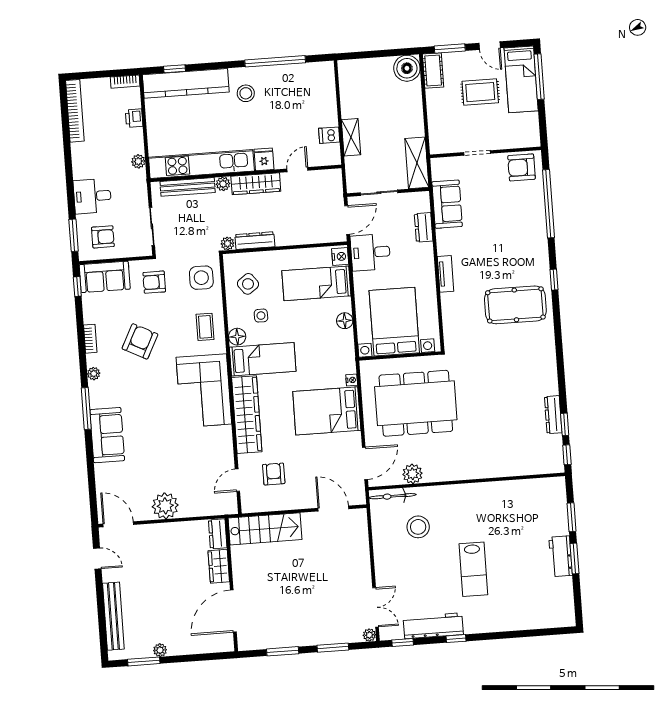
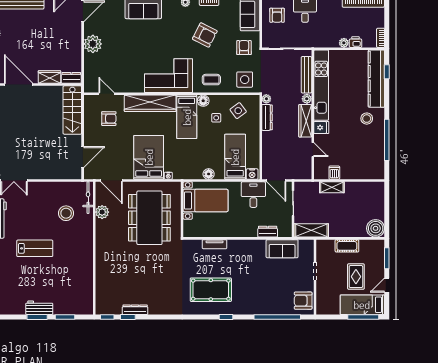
cot: (433, 70) -> (347, 246), moved
plant: (138, 161) -> (344, 43), moved
armchair: (521, 167) -> (303, 301), turned -90
tv unit: (446, 274) -> (215, 244), moved
pool table: (515, 305) -> (211, 290), turned 90
bed with nightstands: (394, 322) -> (206, 201), width x0.73
lab bench: (473, 569) -> (35, 248), turned 180

